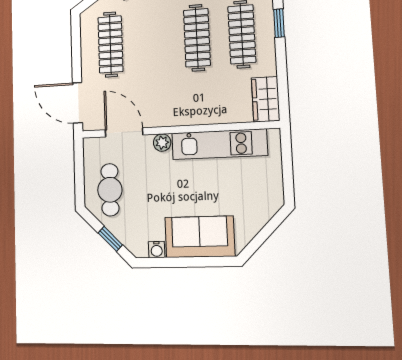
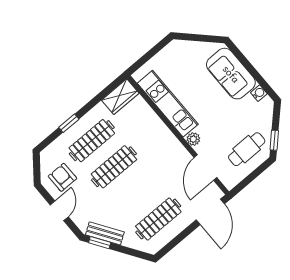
window: (110, 239) -> (274, 140), moved

